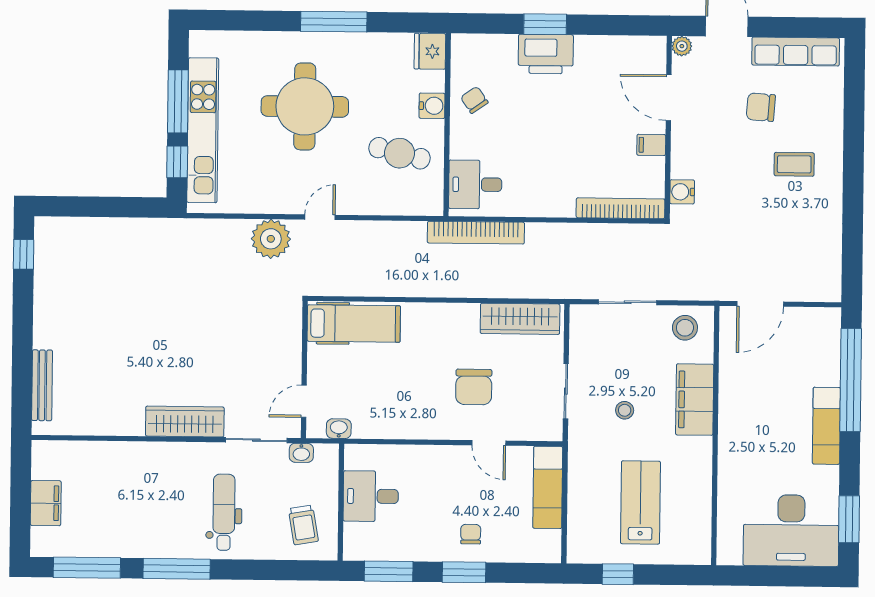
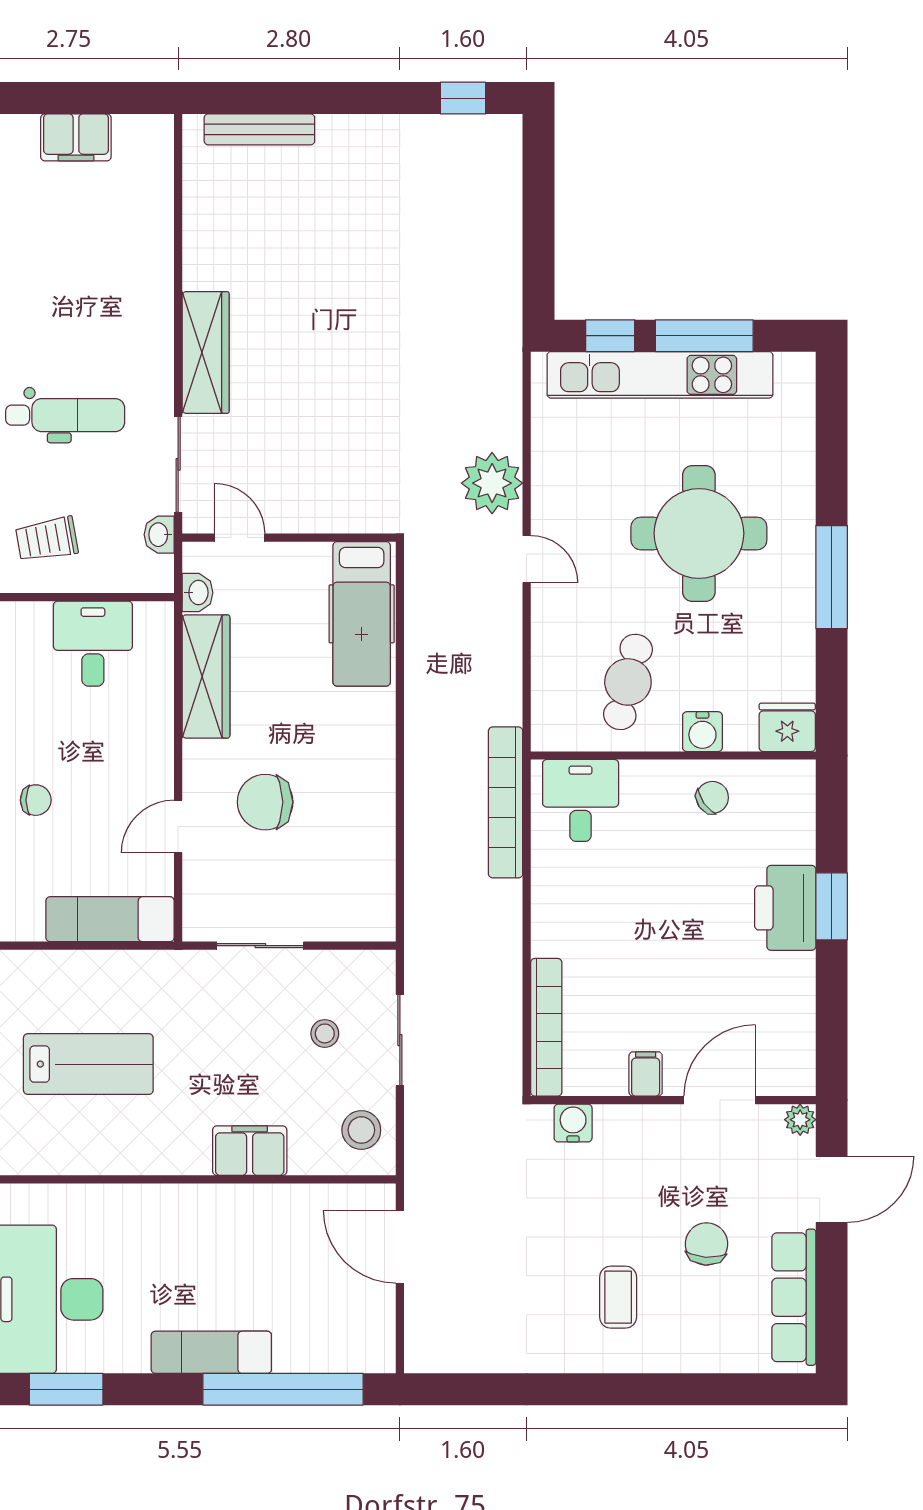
wardrobe: (520, 319) -> (206, 676), moved, turned 180
filing cabinet: (695, 400) -> (250, 1151), width x0.67, depth x0.86
stool: (625, 410) -> (325, 1033), moved

